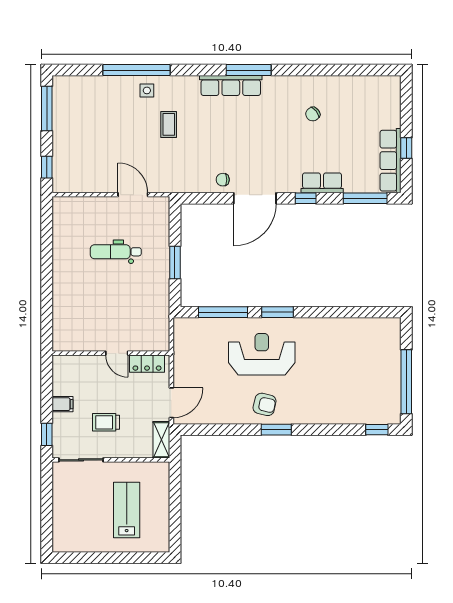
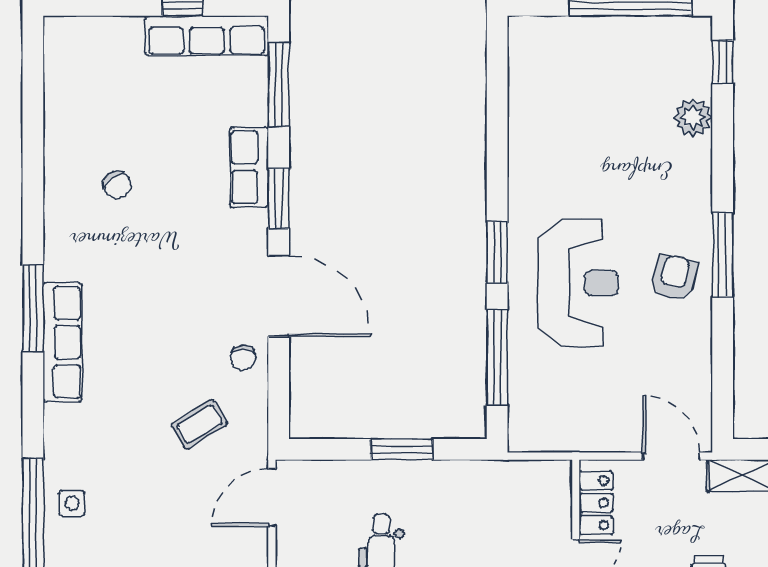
coffee table: (169, 124) -> (199, 424), moved, turned -31
door: (133, 195) -> (272, 497), moved
window: (306, 198) -> (279, 199), width x1.50
reception desk: (262, 354) -> (578, 283), turned 180
plant: (348, 414) -> (693, 118), added
window: (276, 430) -> (723, 255), width x1.44

